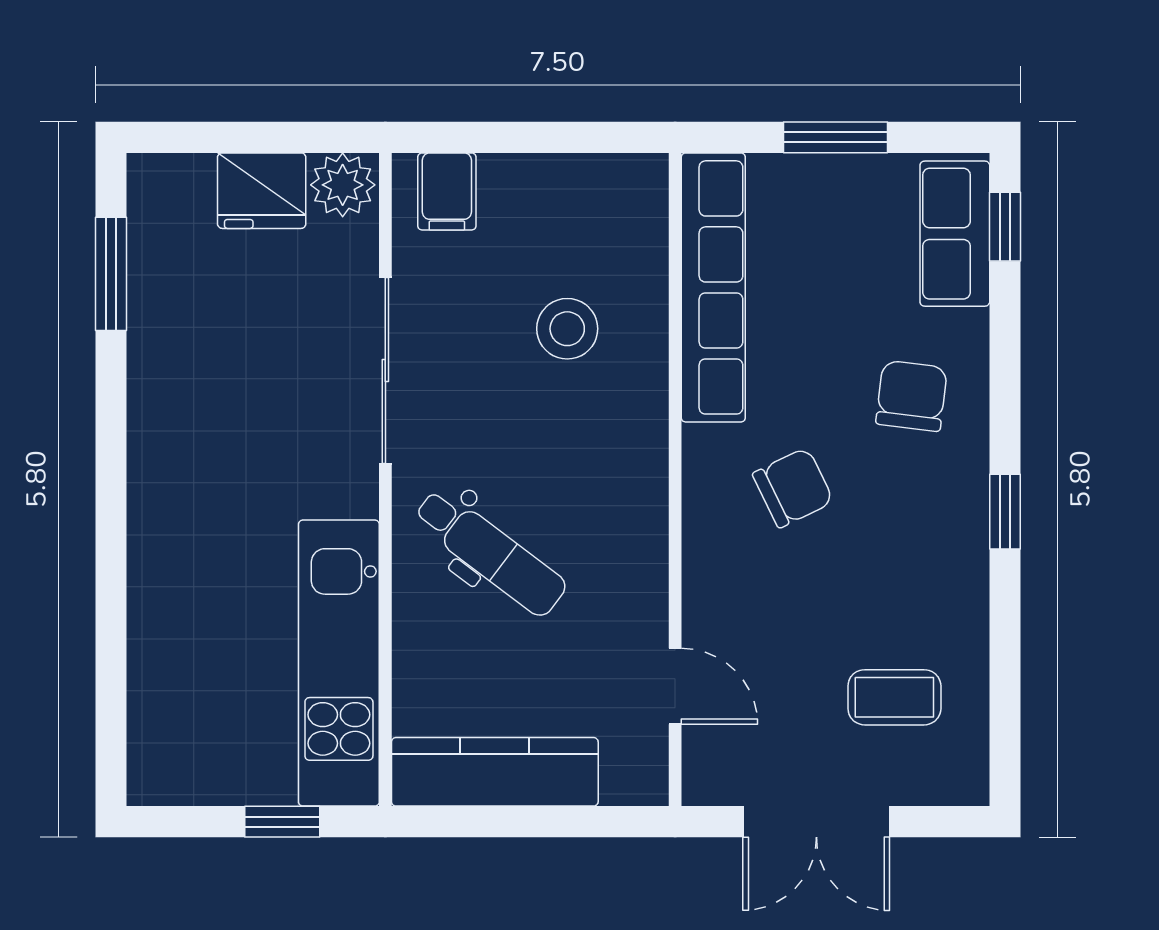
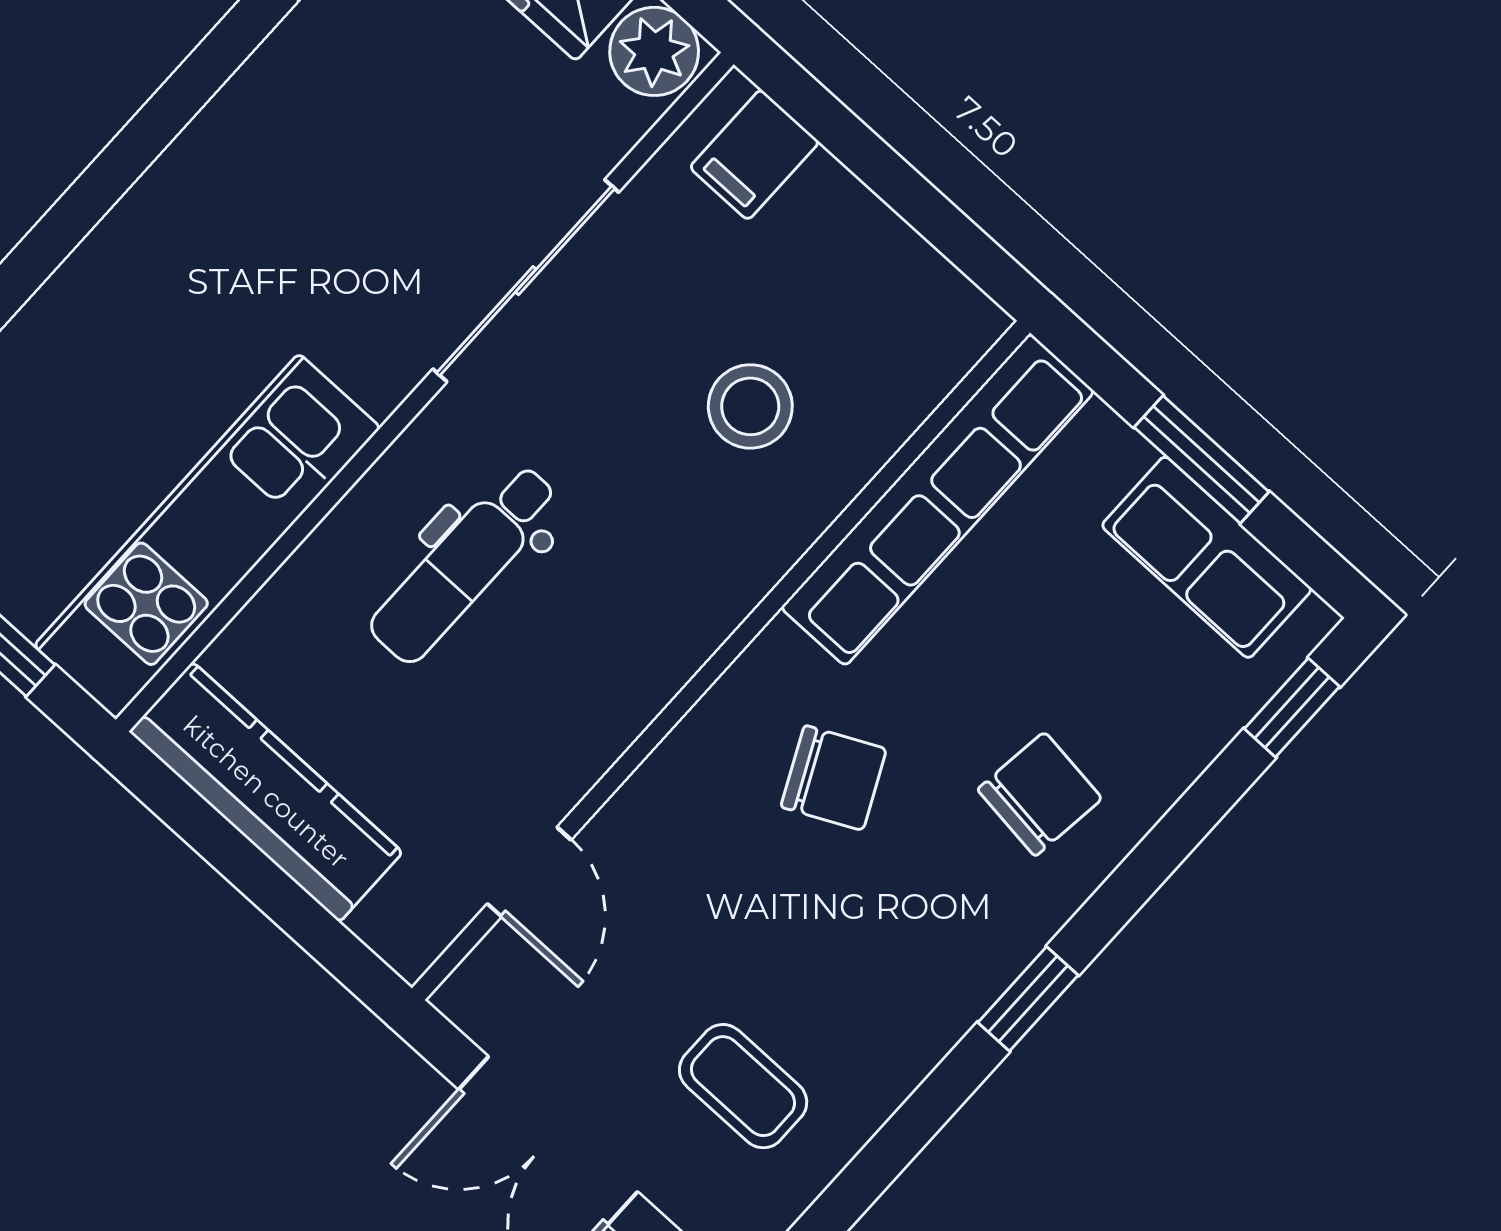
row of seats: (955, 234) -> (1207, 557), moved, turned -90
dental chair: (490, 552) -> (464, 564), turned 53

